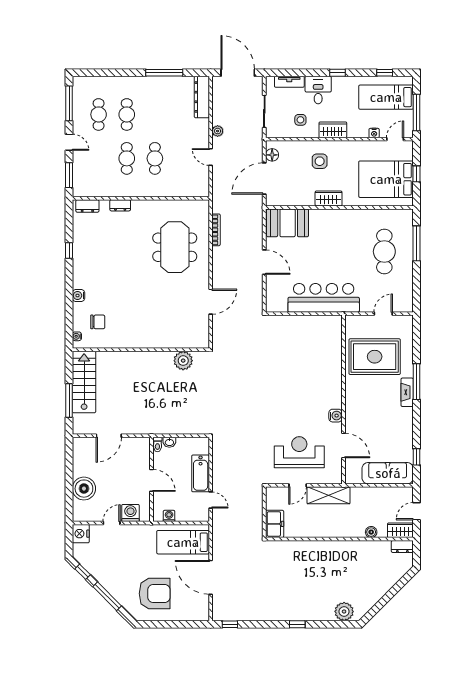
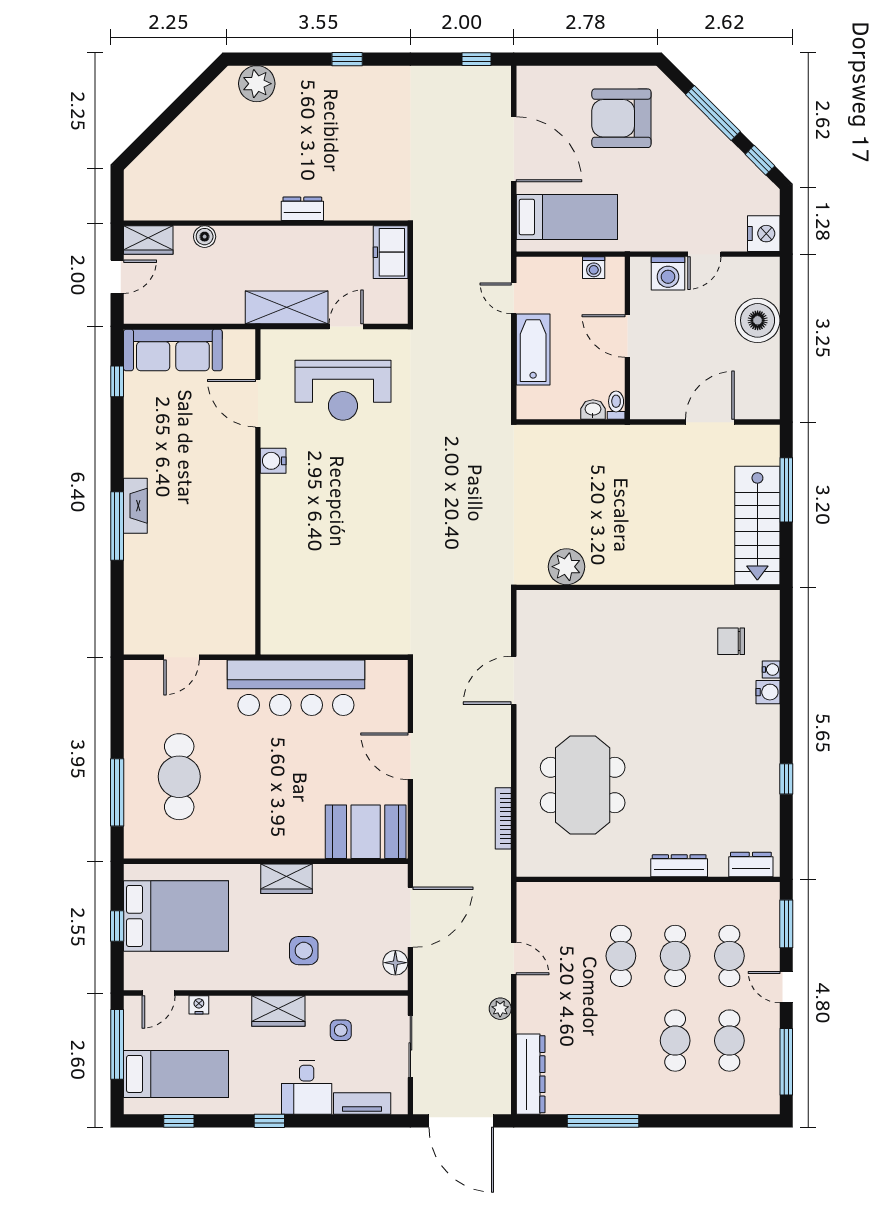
cafe table: (99, 158) -> (729, 956), added
dresser: (120, 205) -> (679, 866), width x1.44
water cooler: (77, 336) -> (771, 670), moved
rug: (375, 357) -> (198, 574), removed
dresser: (402, 547) -> (302, 209), moved

